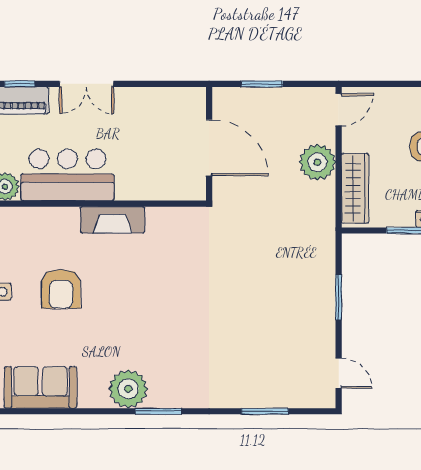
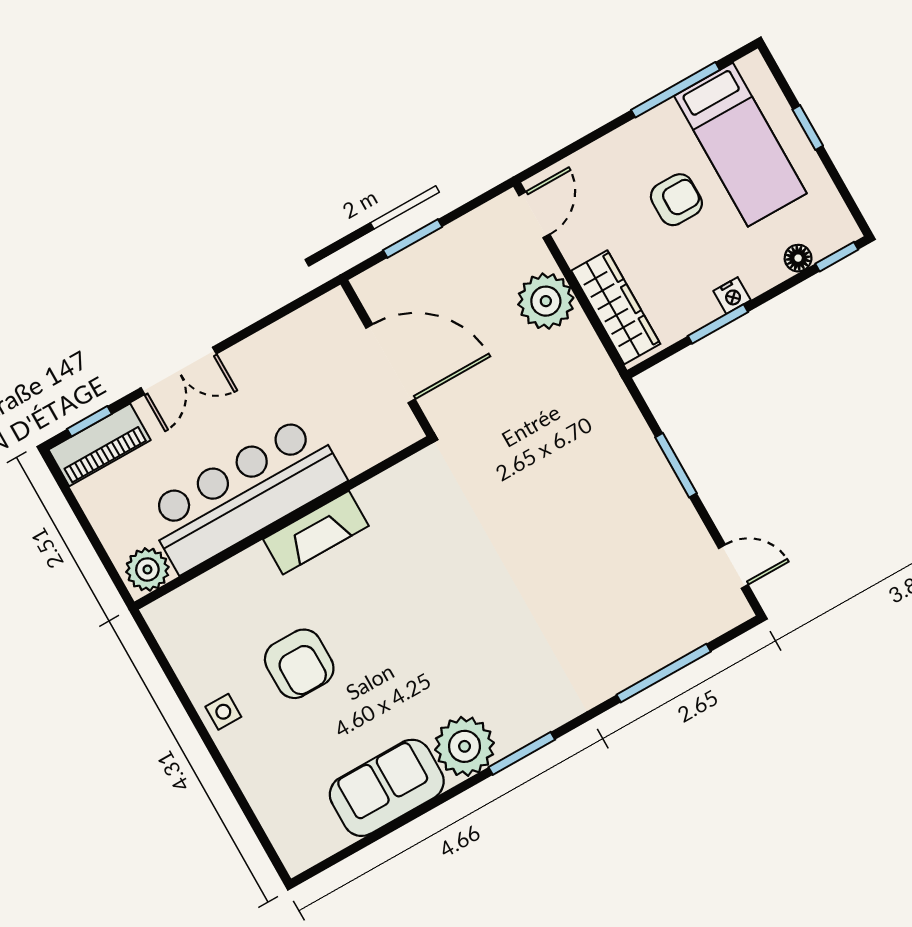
bar counter: (67, 175) -> (244, 494), width x1.36
sofa: (40, 387) -> (387, 788), moved
window: (265, 411) -> (664, 673), width x1.44

